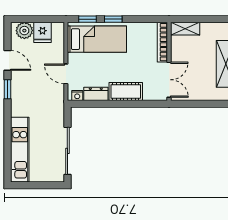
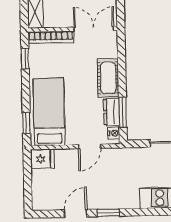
window: (113, 19) -> (25, 59), moved
plant: (24, 31) -> (41, 195), removed
fridge: (43, 32) -> (42, 159), moved
window: (95, 104) -> (123, 112), added

